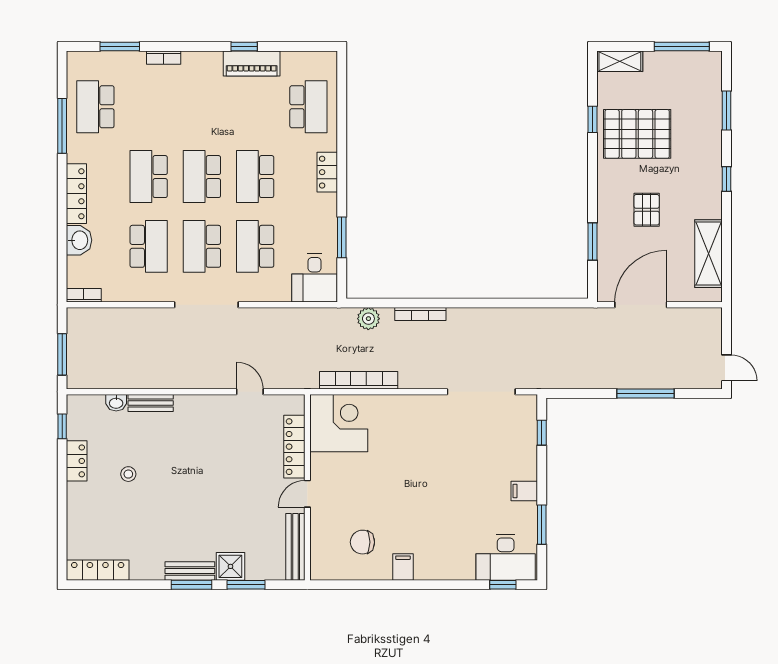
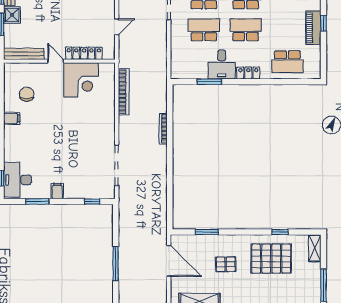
pallet: (637, 134) -> (271, 259), turned 90
desk: (315, 278) -> (222, 64), moved, turned -90
plant: (368, 319) -> (161, 98), removed
corner desk: (339, 423) -> (81, 80), moved

